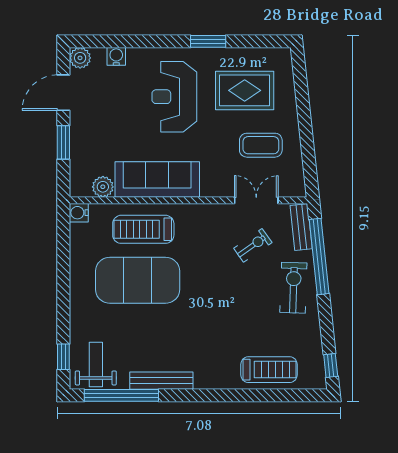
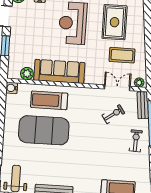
rug: (245, 90) -> (115, 22), turned 90
plant: (293, 189) -> (139, 83), added
exercise bike: (293, 288) -> (136, 141), width x0.73, depth x0.72

